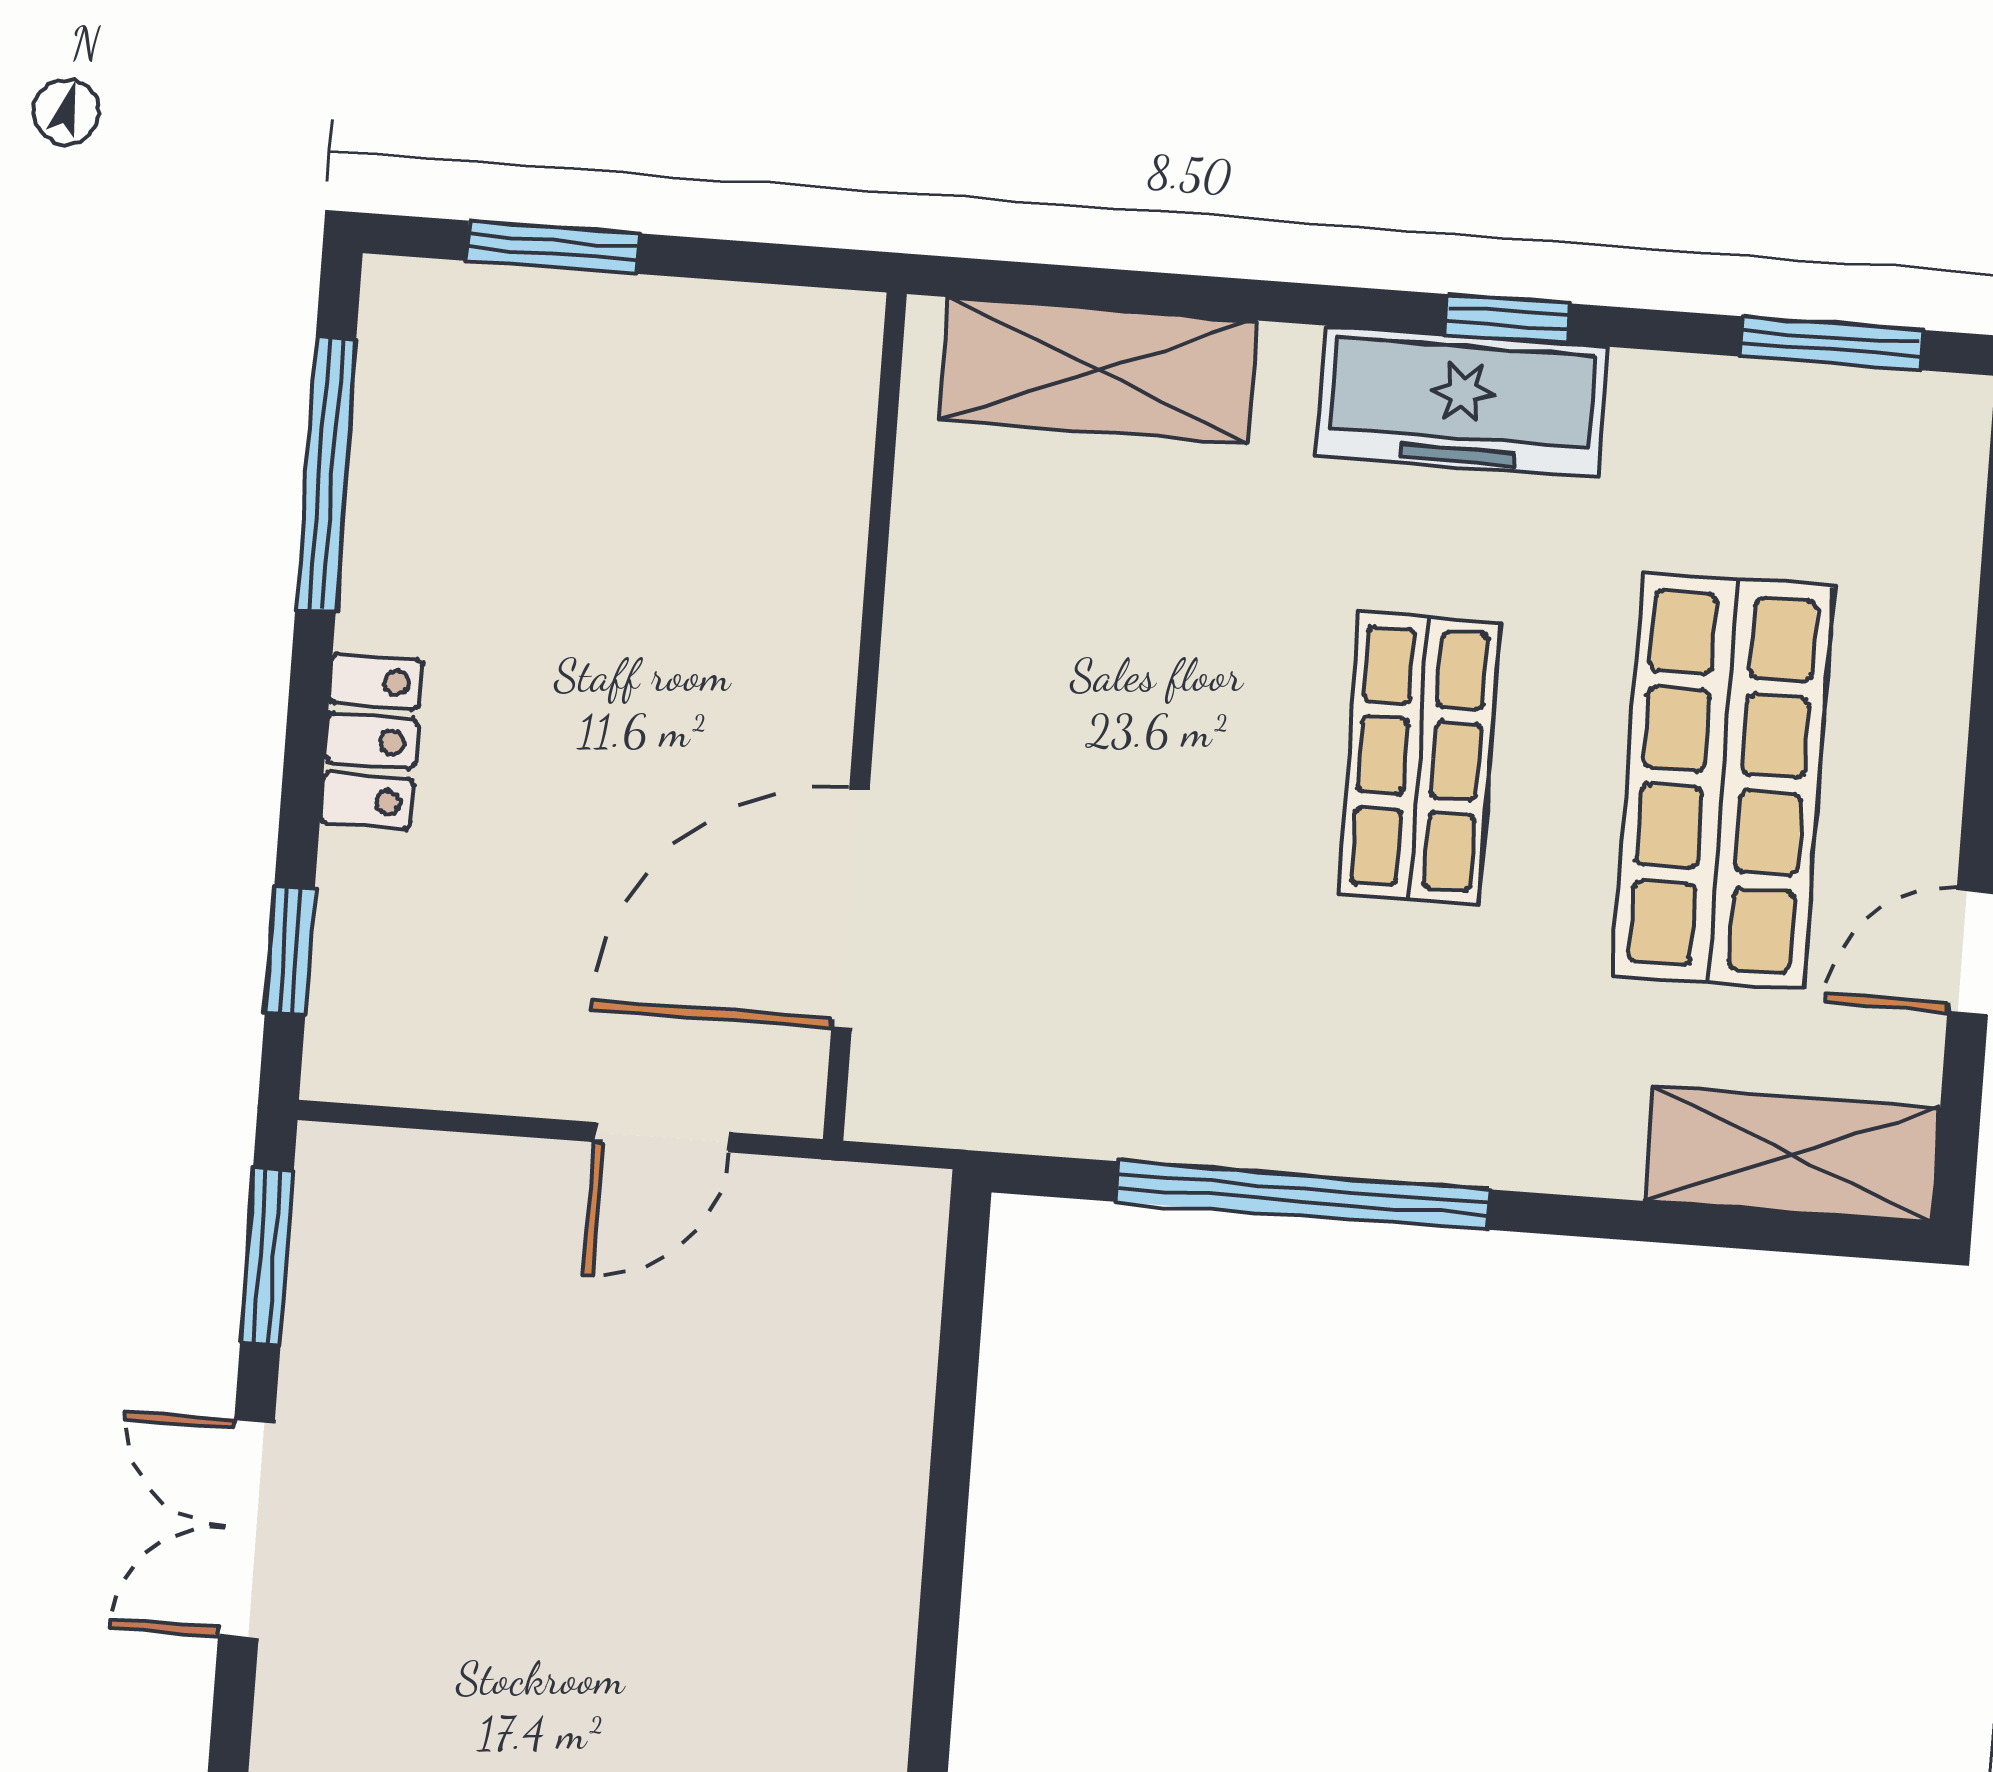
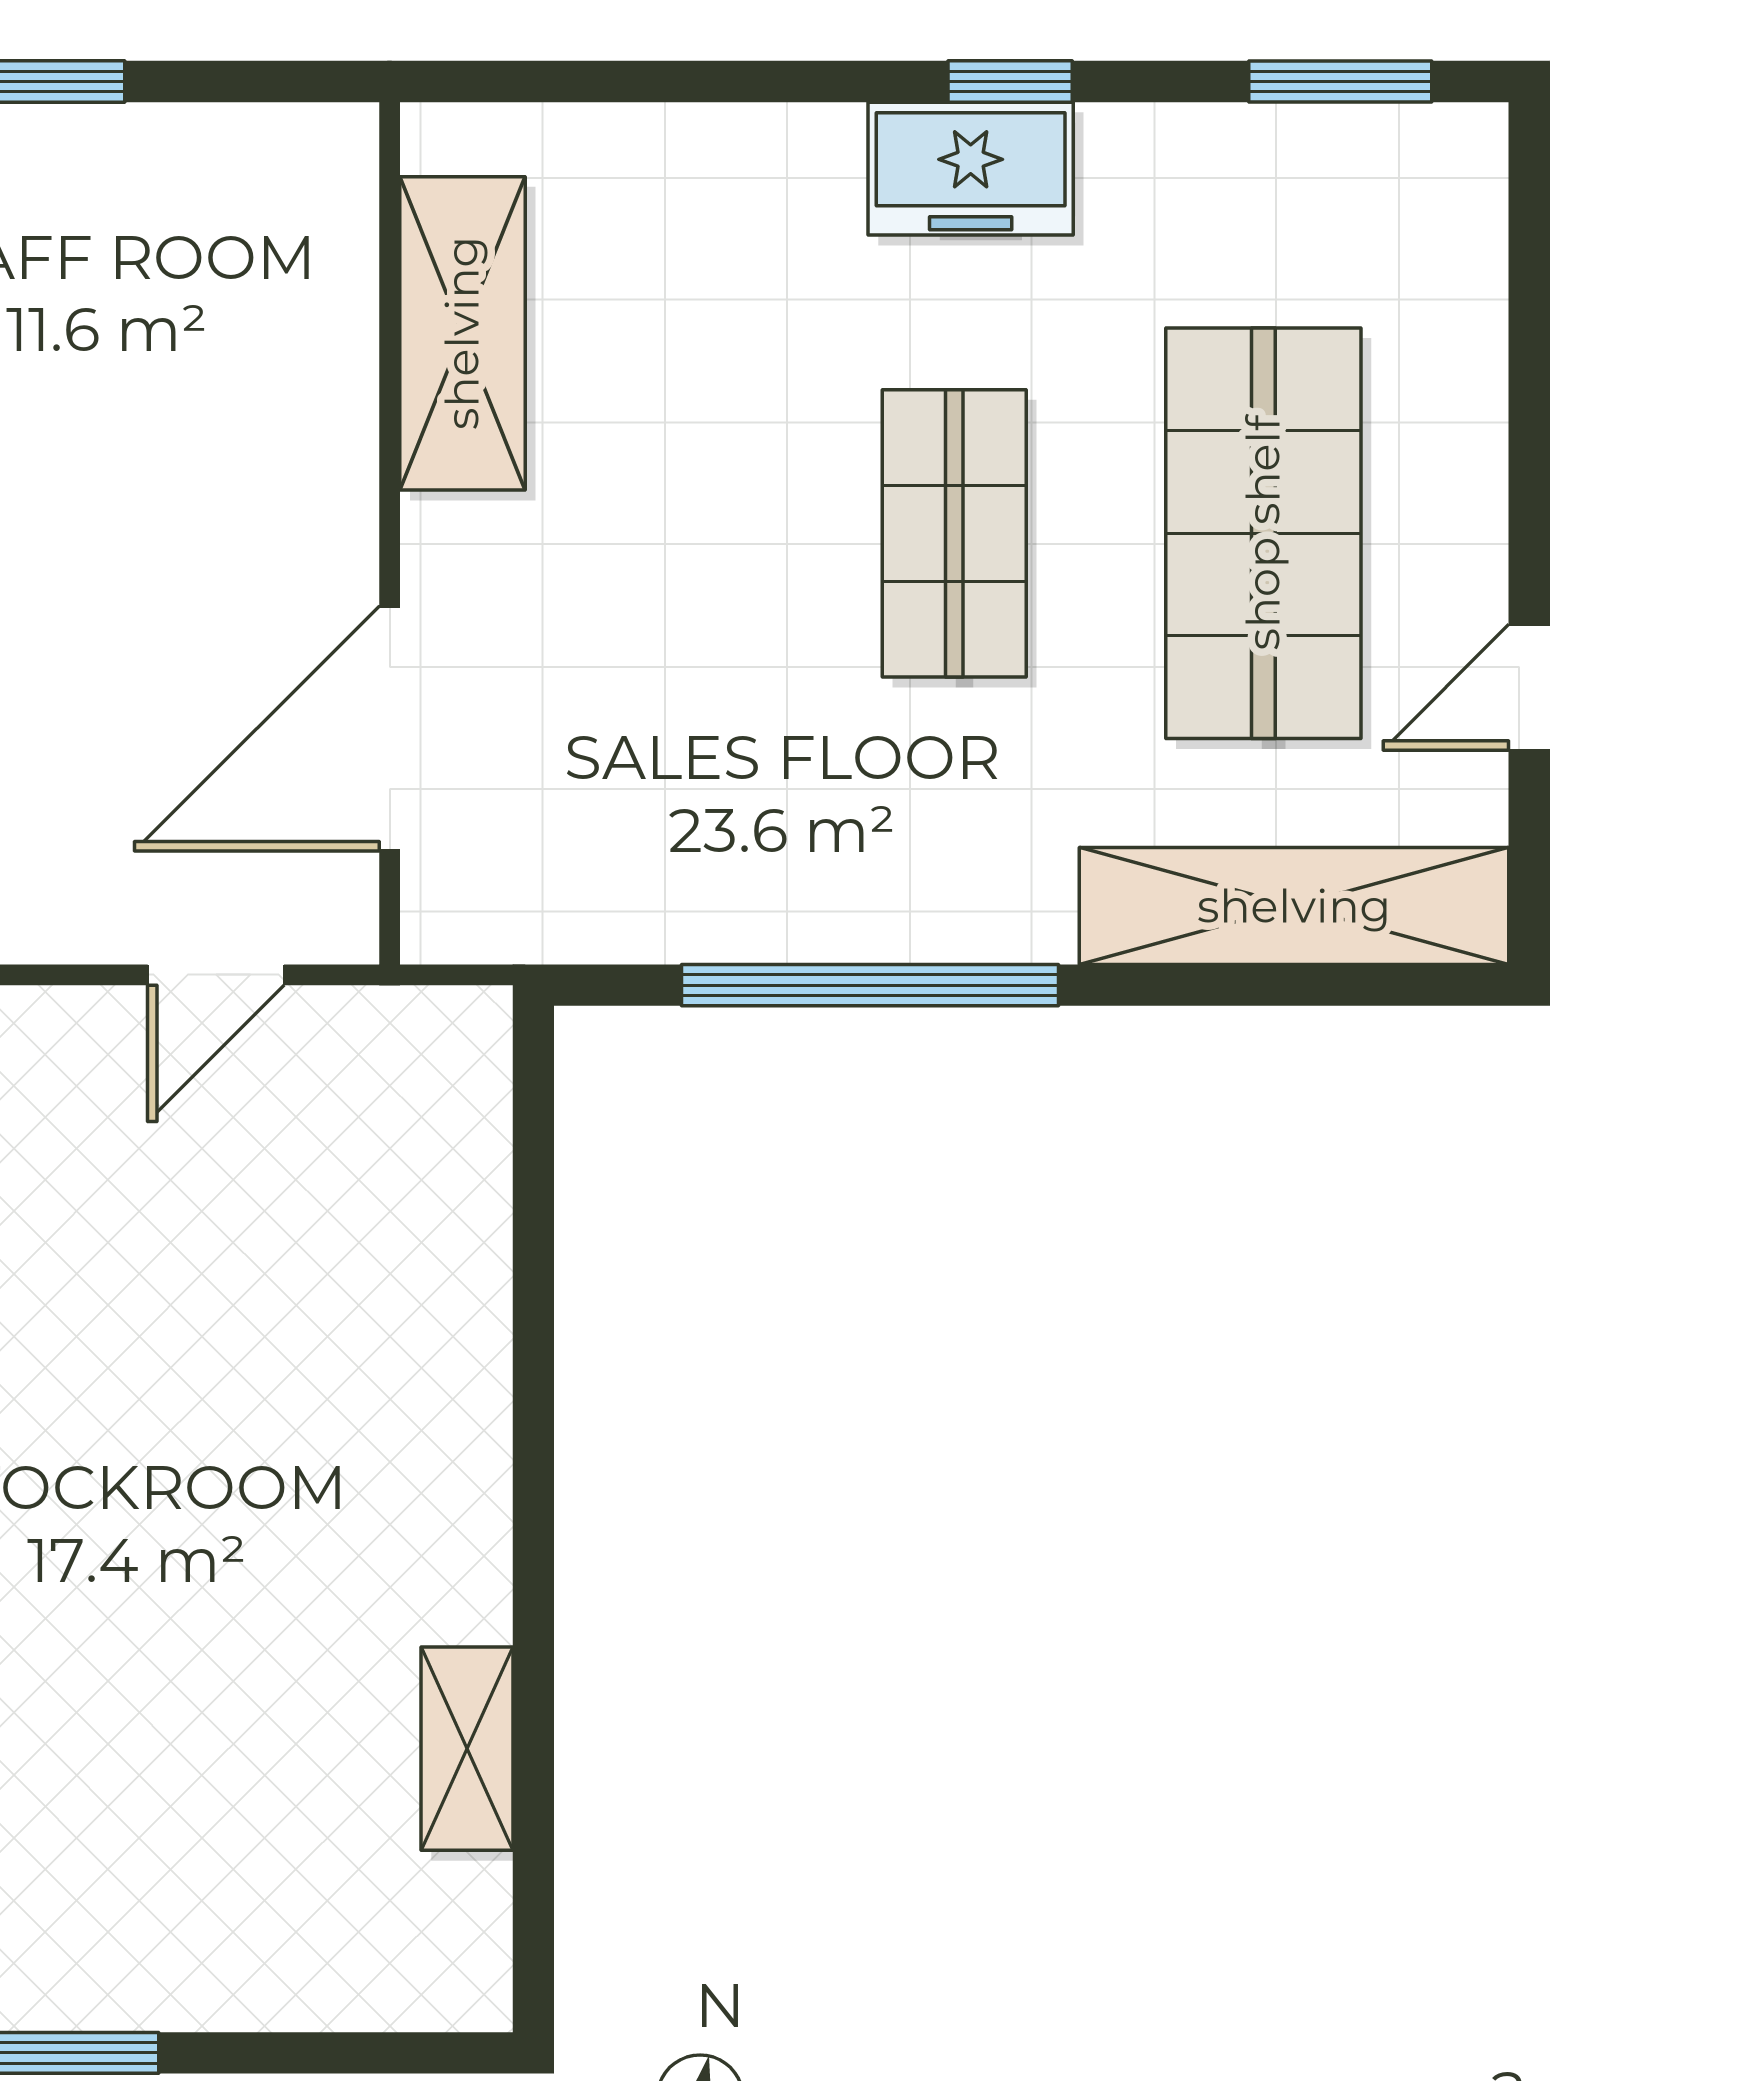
shelving: (1098, 370) -> (462, 333), moved, turned 90
freezer: (1462, 402) -> (971, 169), width x0.71
shelving: (1792, 1154) -> (1294, 906), width x1.47

